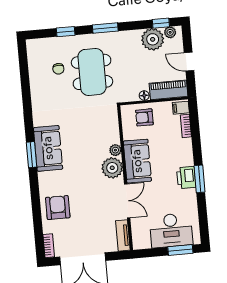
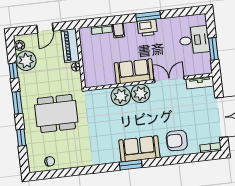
window: (161, 23) -> (14, 71), moved
chair: (58, 69) -> (50, 161), moved
filing cabinet: (181, 108) -> (118, 30), moved
armchair: (144, 117) -> (95, 66), removed
sofa: (48, 148) -> (139, 149), moved
plant: (115, 150) -> (121, 96), width x1.87, depth x1.87
desk: (171, 230) -> (194, 40), width x0.73
window: (180, 250) -> (213, 49), moved

